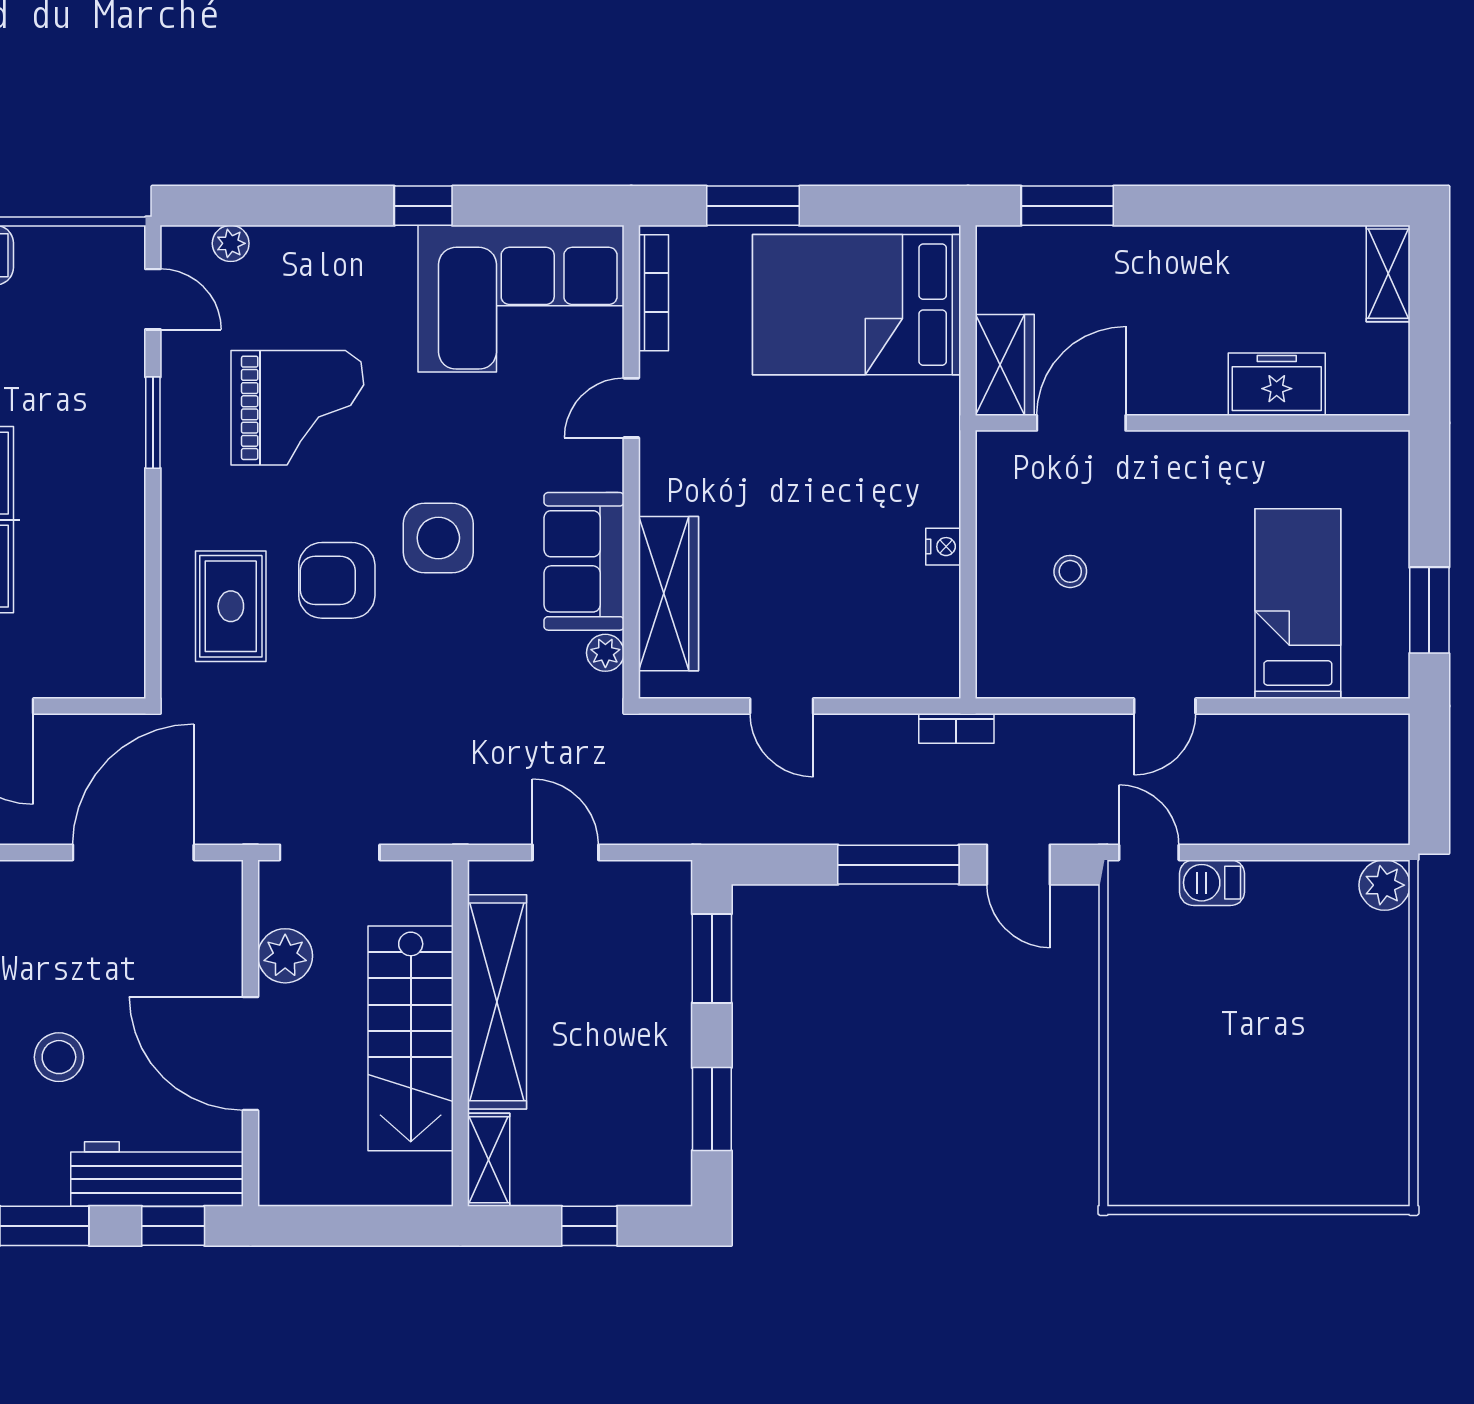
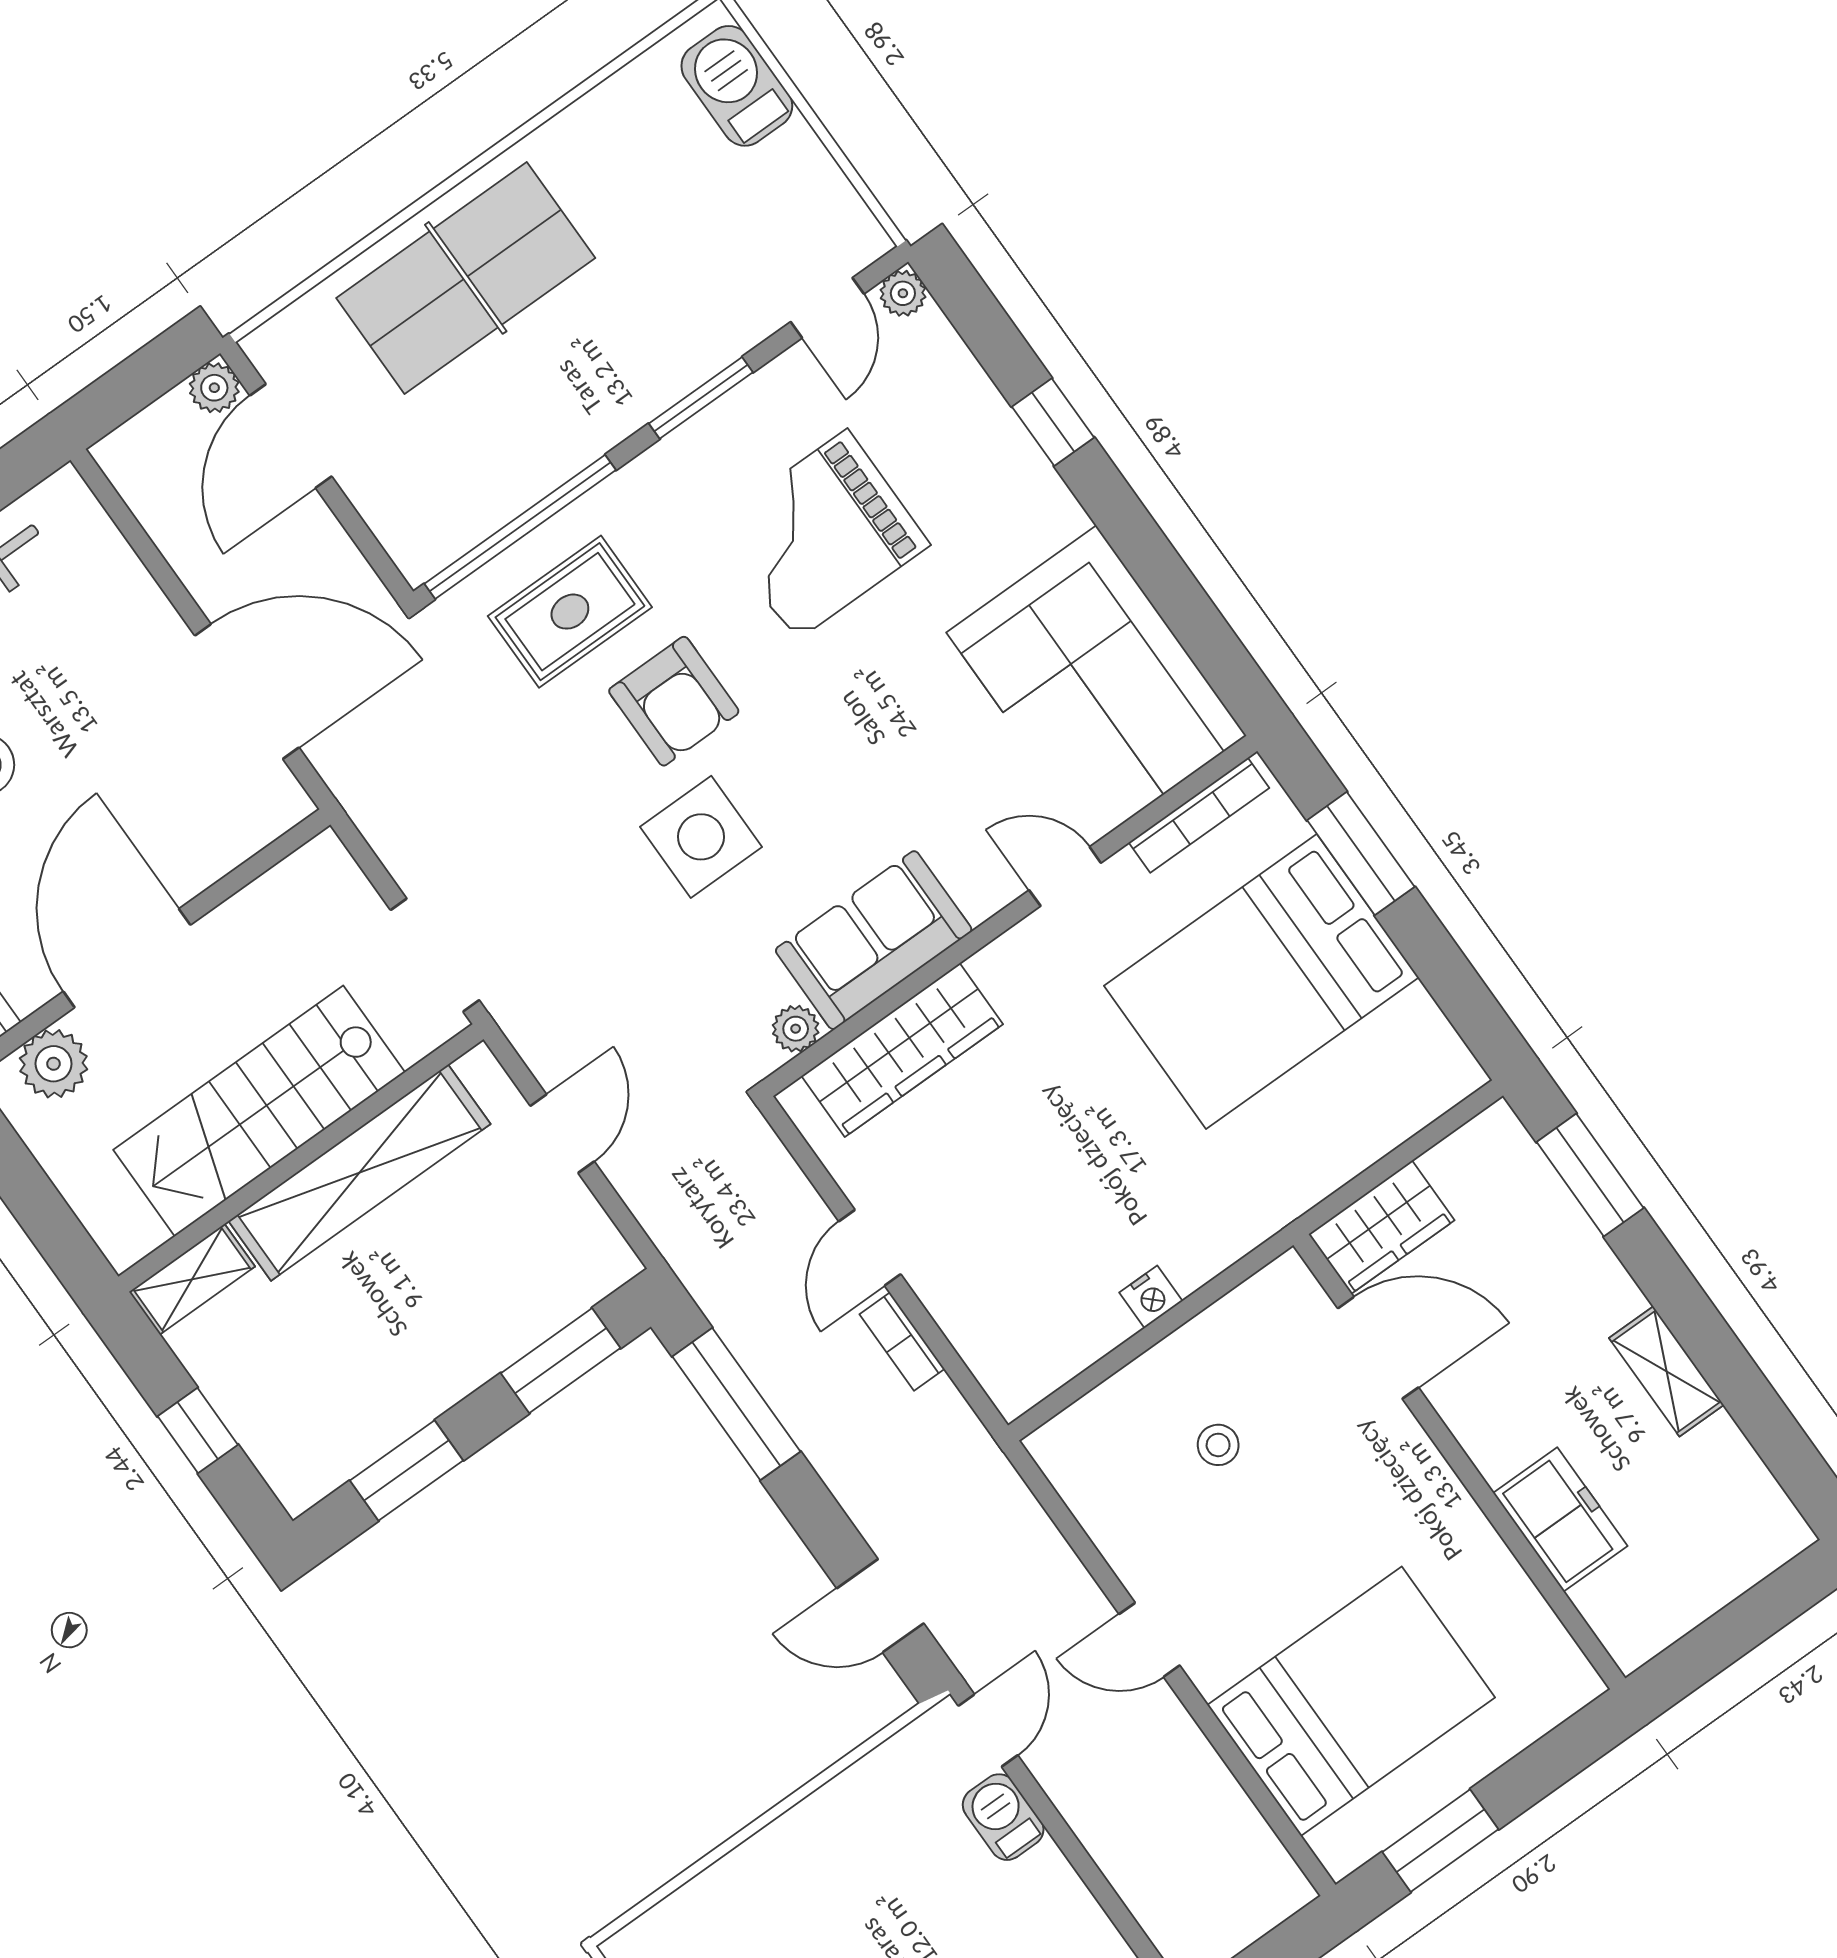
window: (423, 206) -> (1053, 422), moved
plant: (231, 243) -> (903, 293), moved
shelving: (1388, 274) -> (1666, 1371), moved, turned 90
bed: (857, 305) -> (1261, 982), moved, turned -90
grand piano: (297, 408) -> (821, 535), turned 90
side table: (438, 538) -> (701, 837), moved
armchair: (337, 580) -> (674, 701), turned 180
window: (153, 599) -> (520, 527), added
bed: (1298, 604) -> (1351, 1701), width x1.50
bookcase: (956, 728) -> (902, 1341), moved
doorway: (330, 852) -> (435, 955), moved
window: (898, 865) -> (736, 1404), moved
door: (1018, 865) -> (880, 1606), hinge flipped
plant: (285, 956) -> (54, 1064), moved

